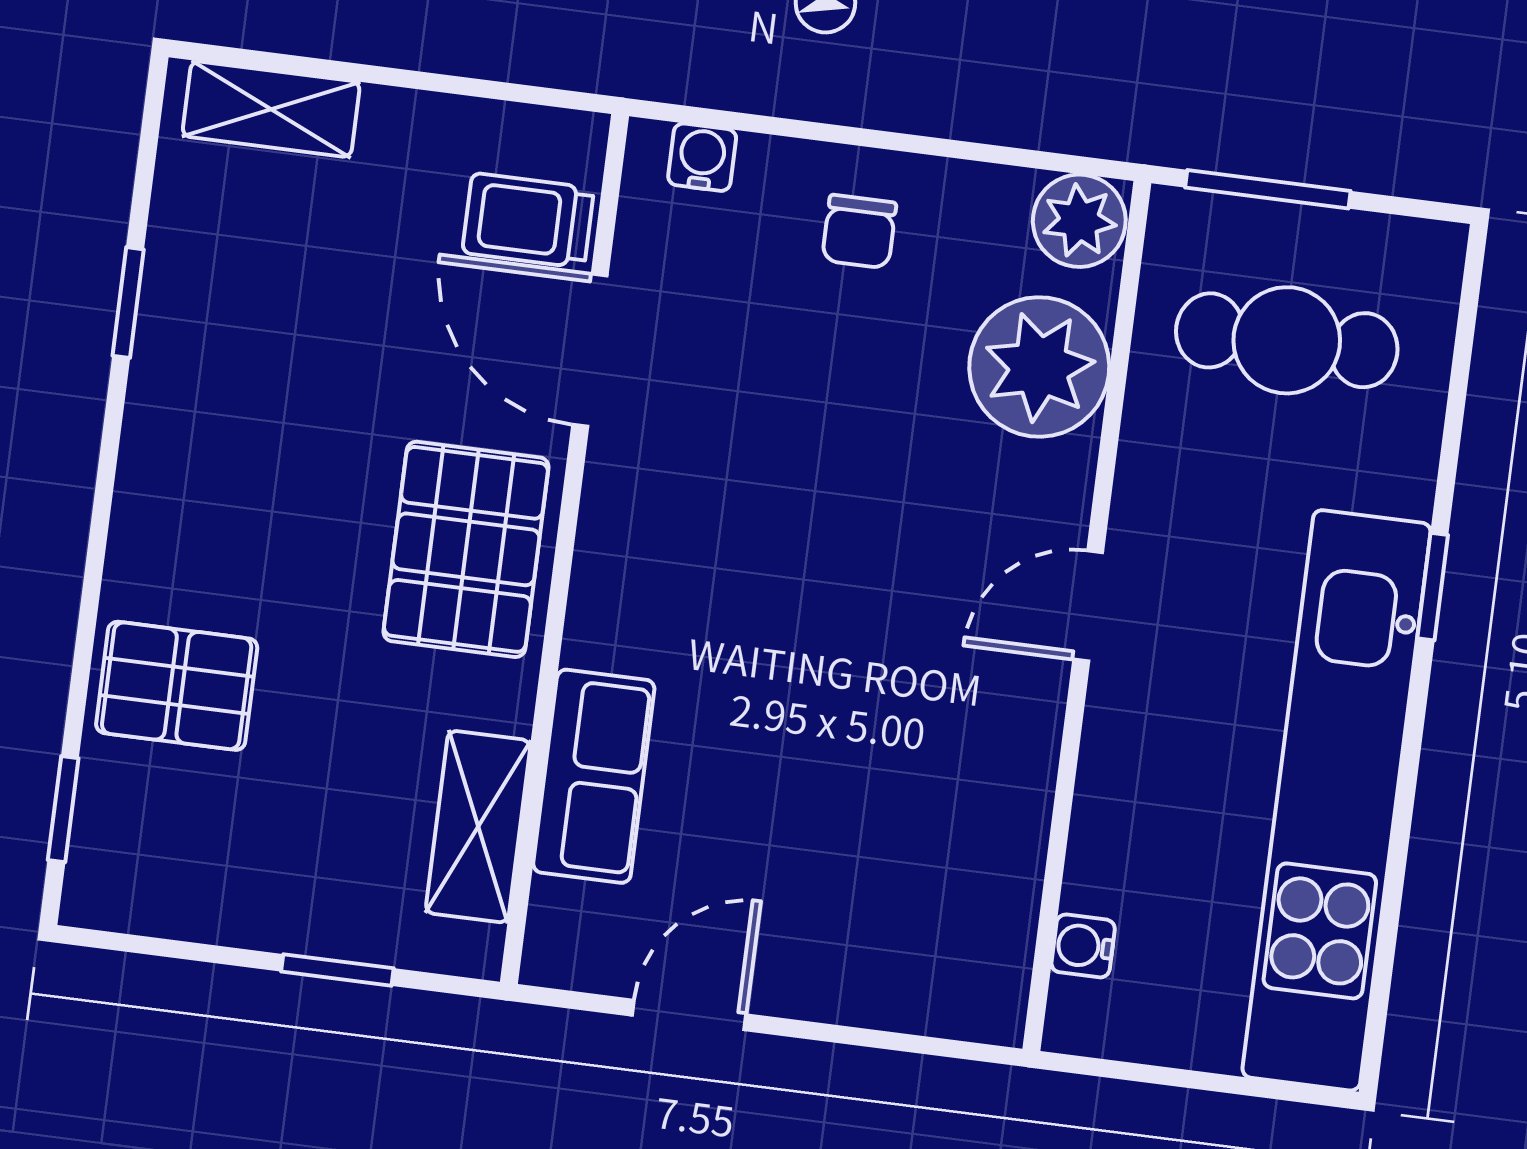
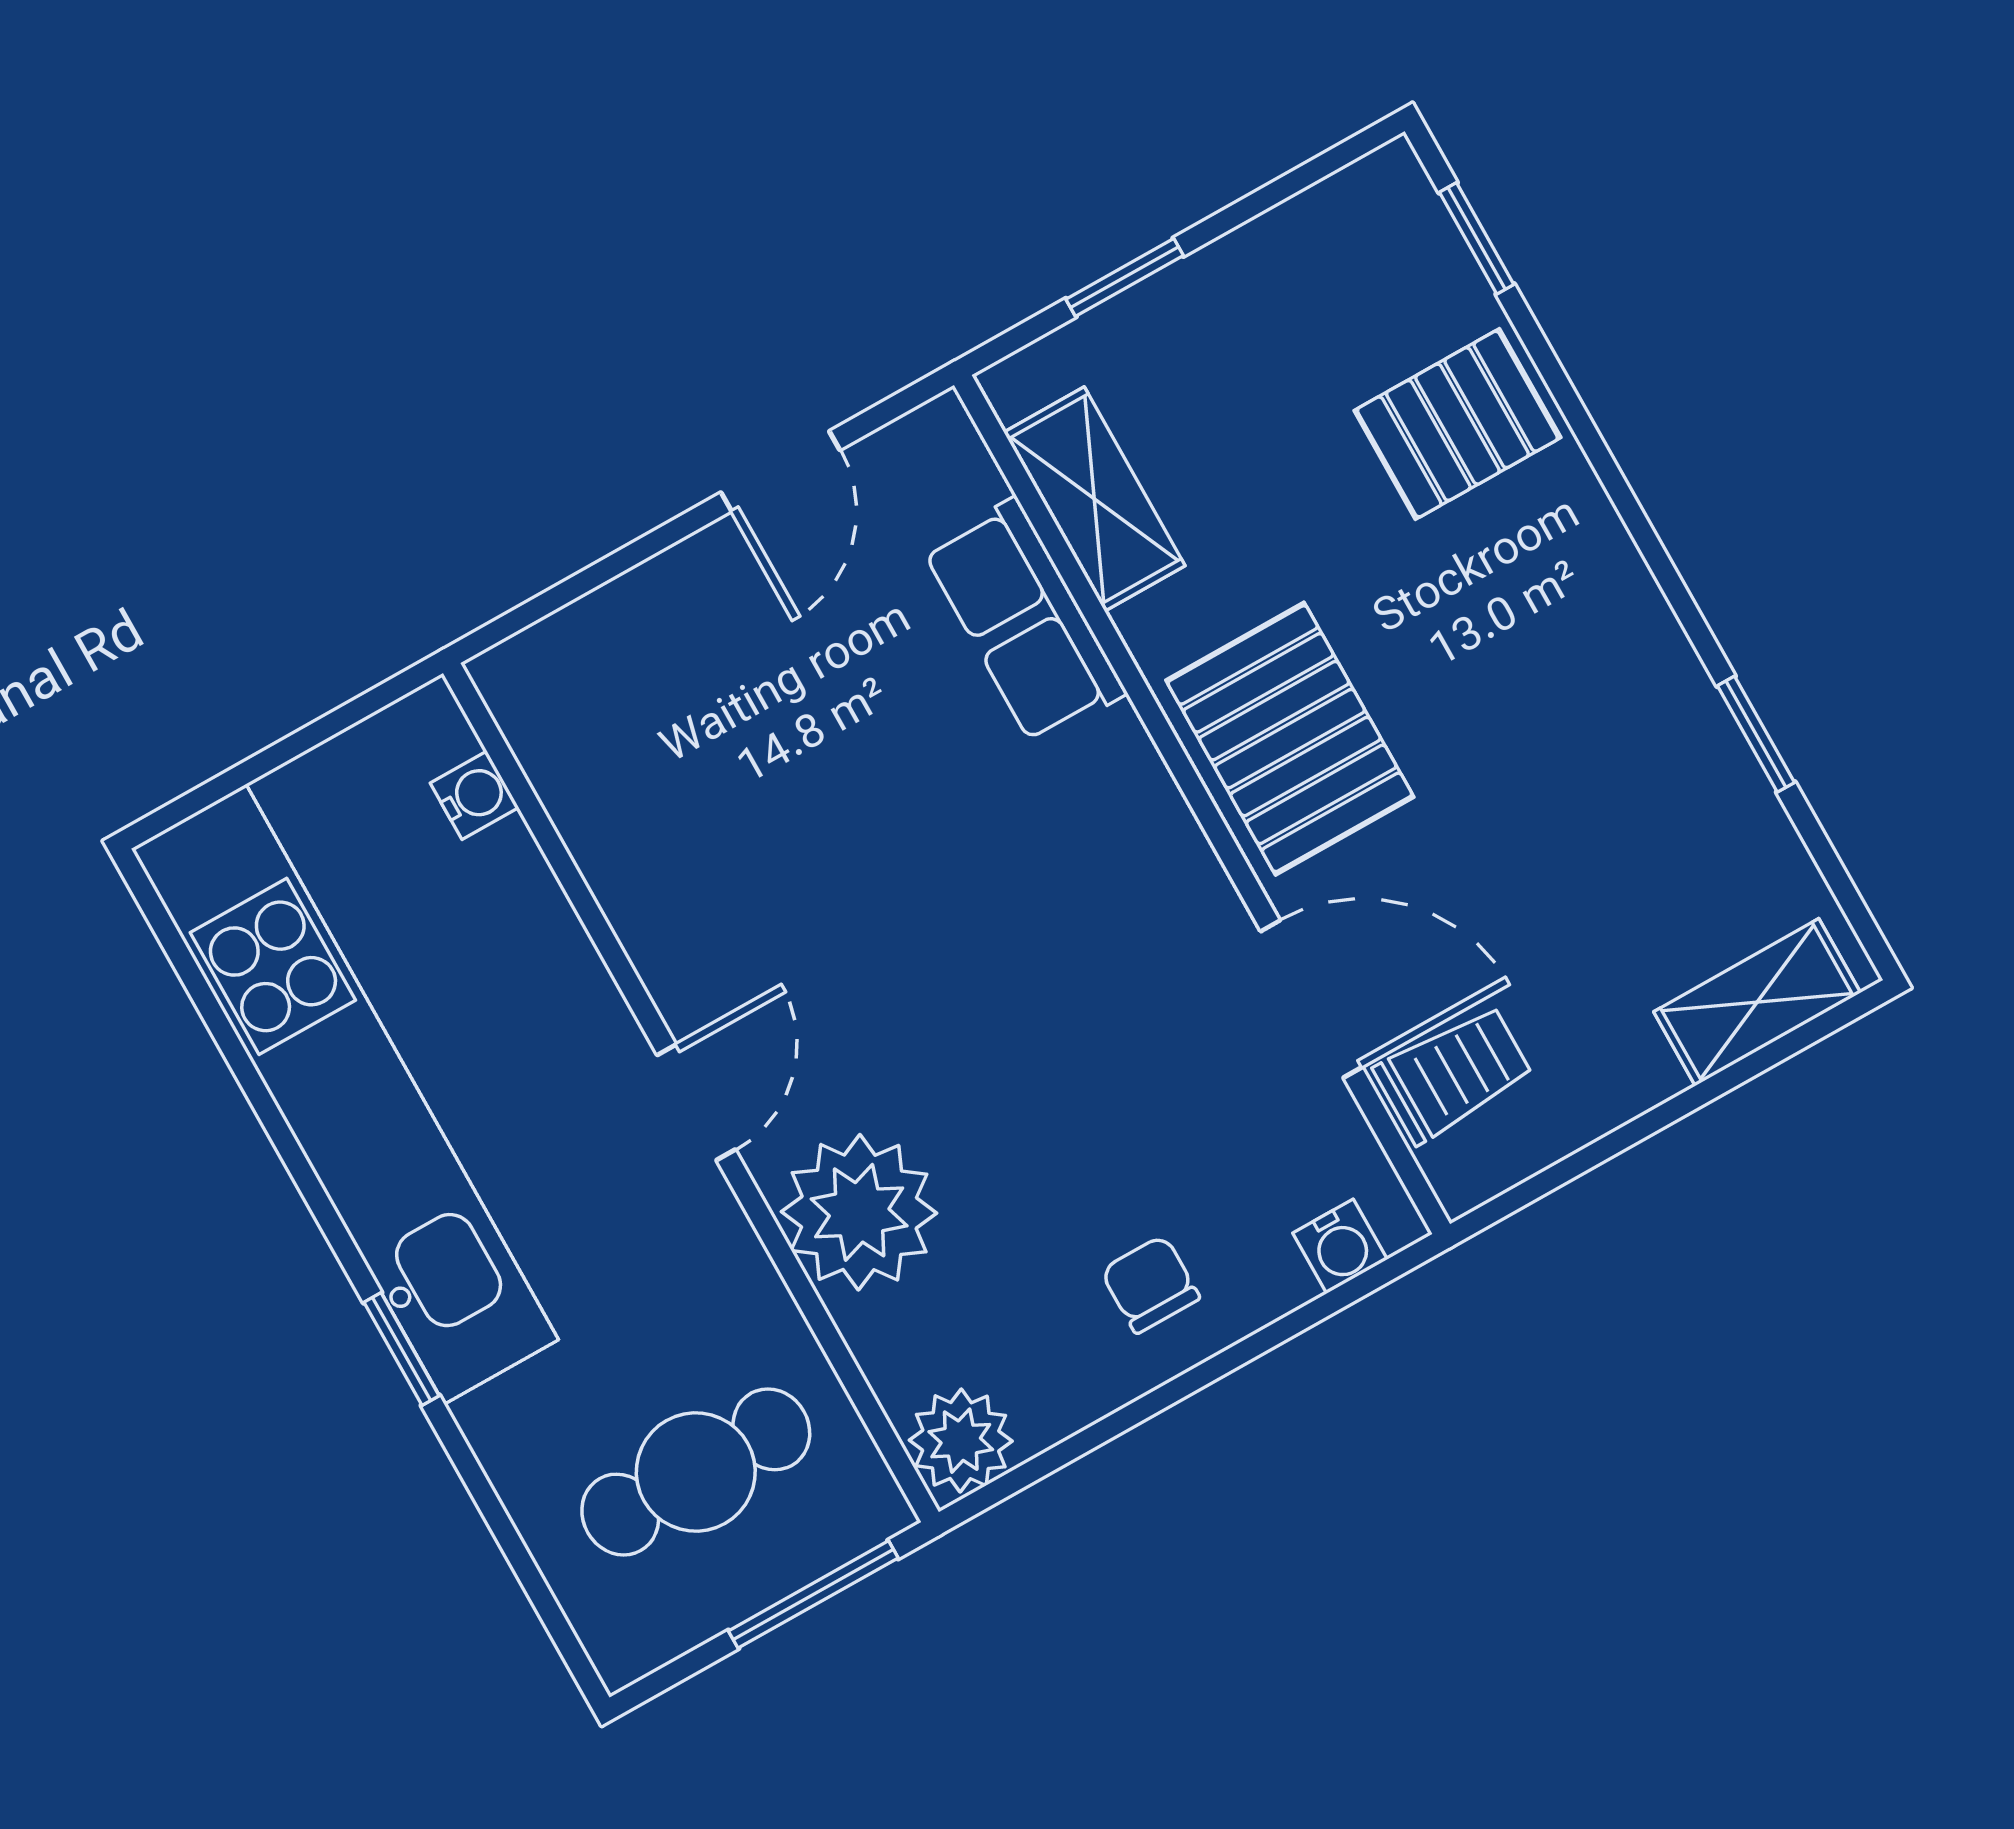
plant: (1039, 367) -> (859, 1212), moved

